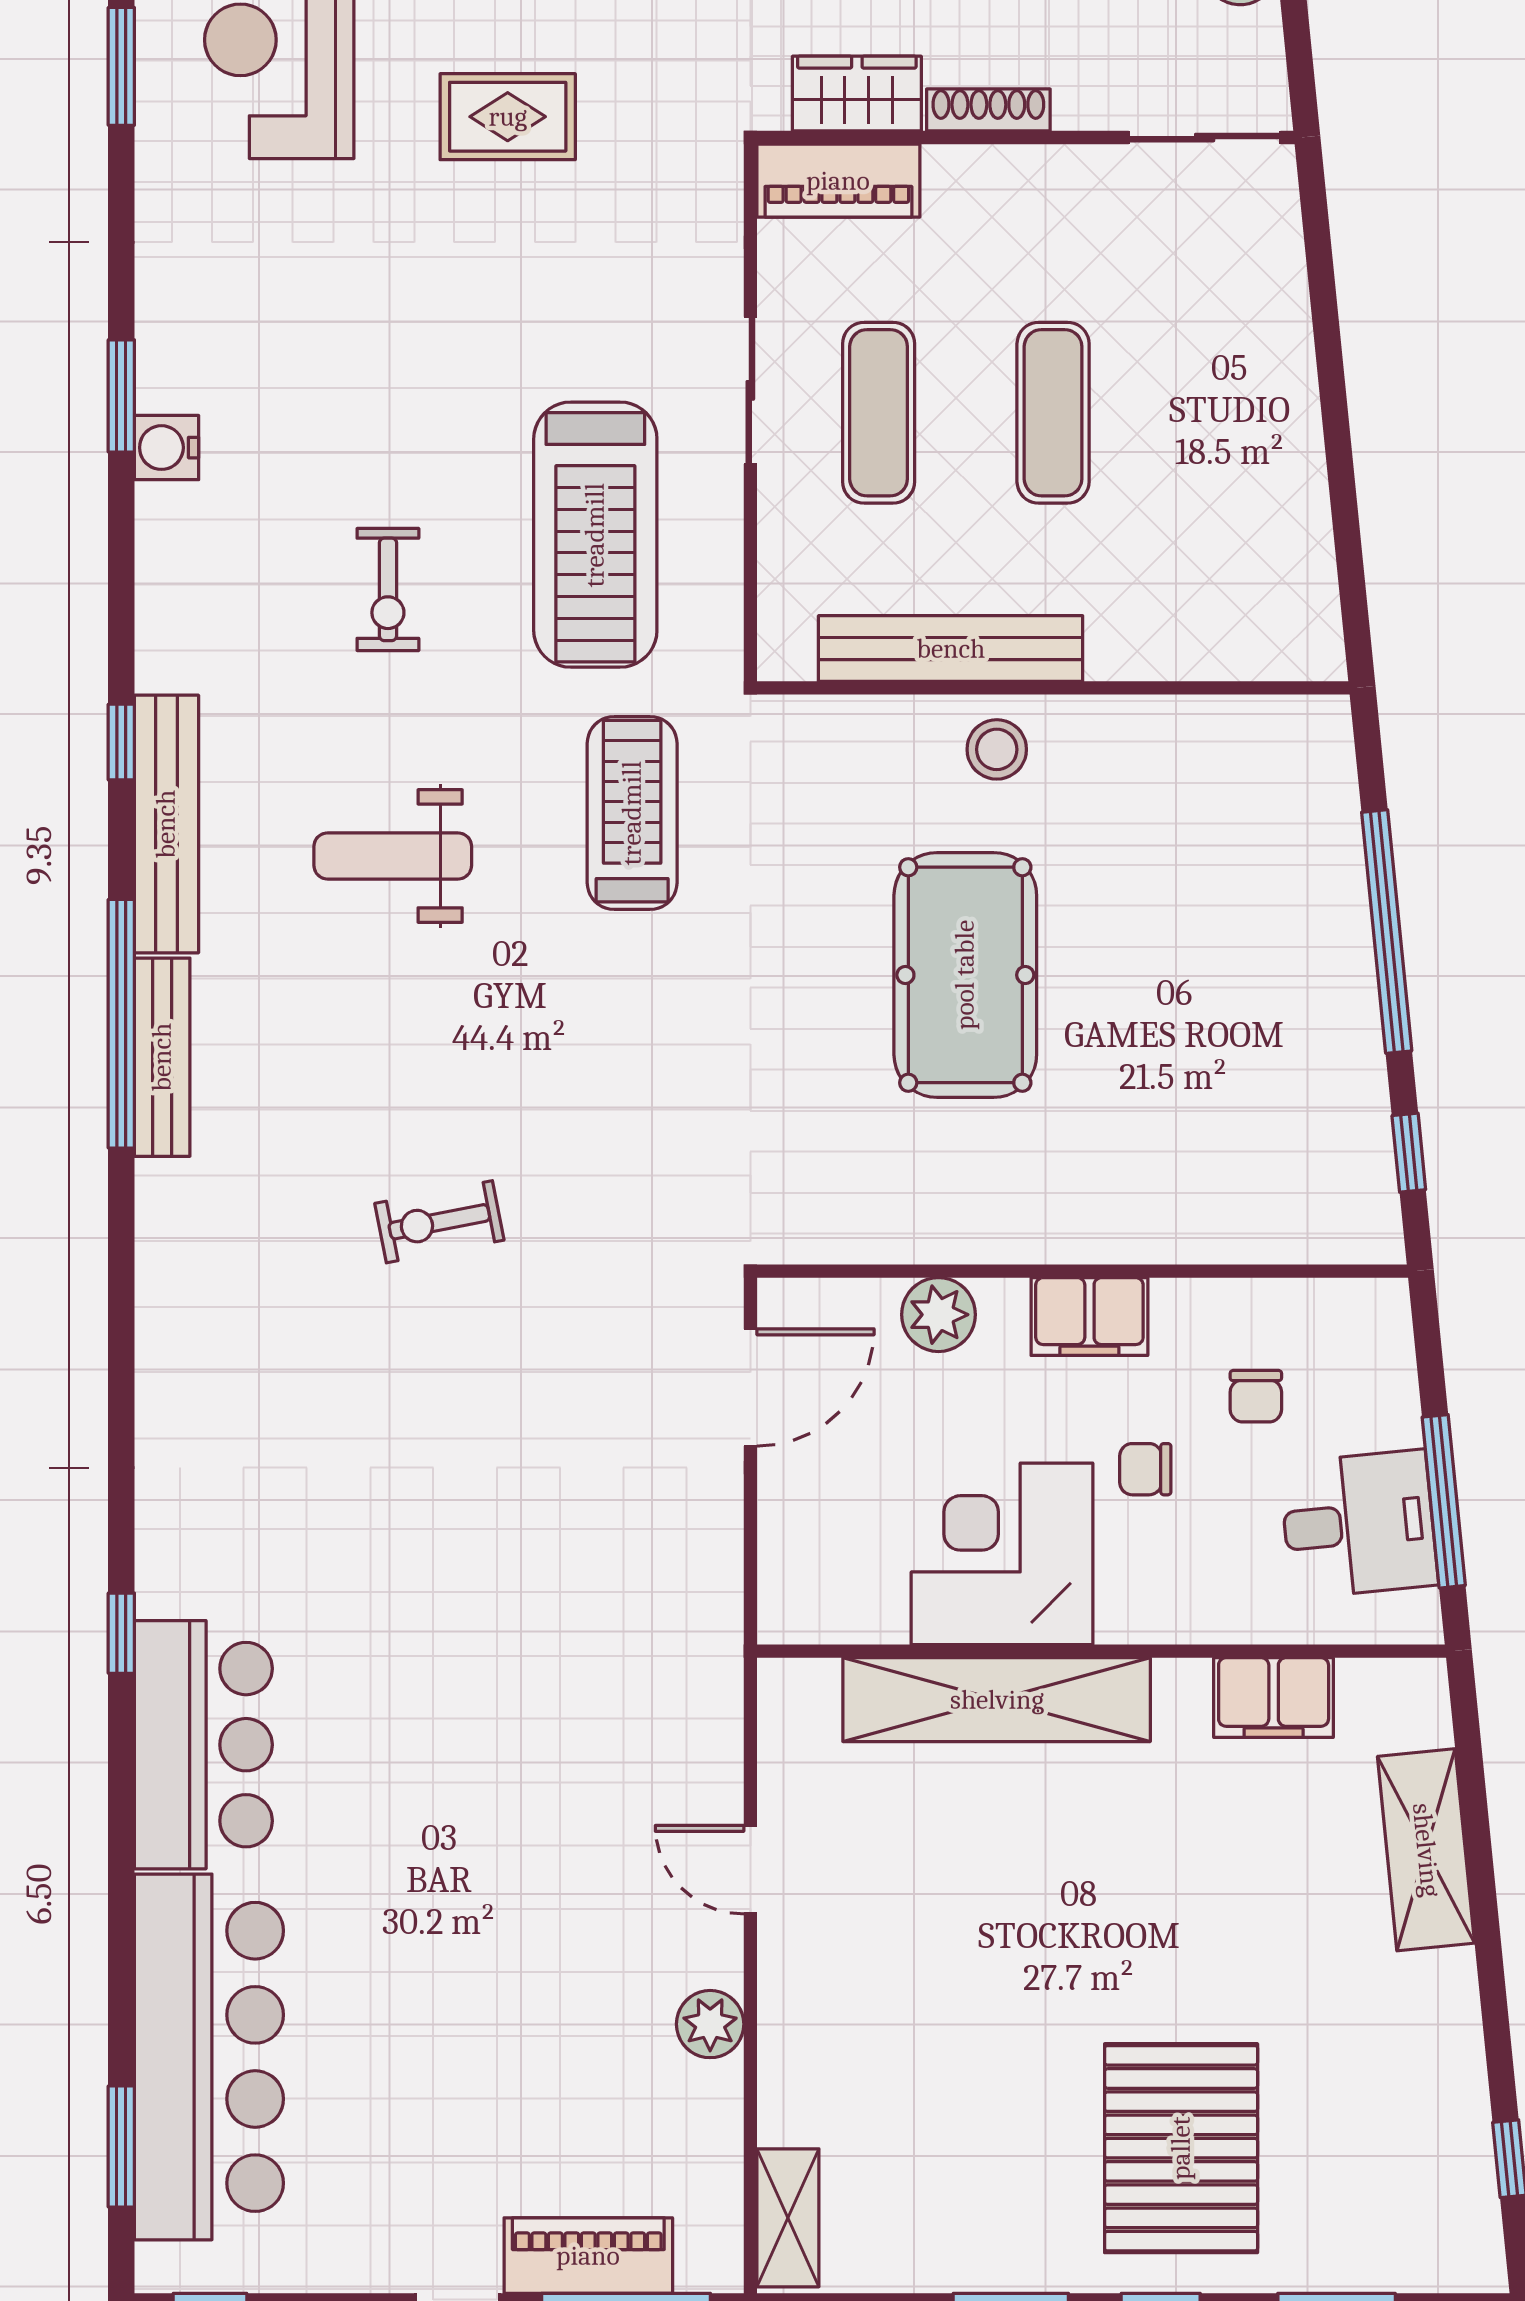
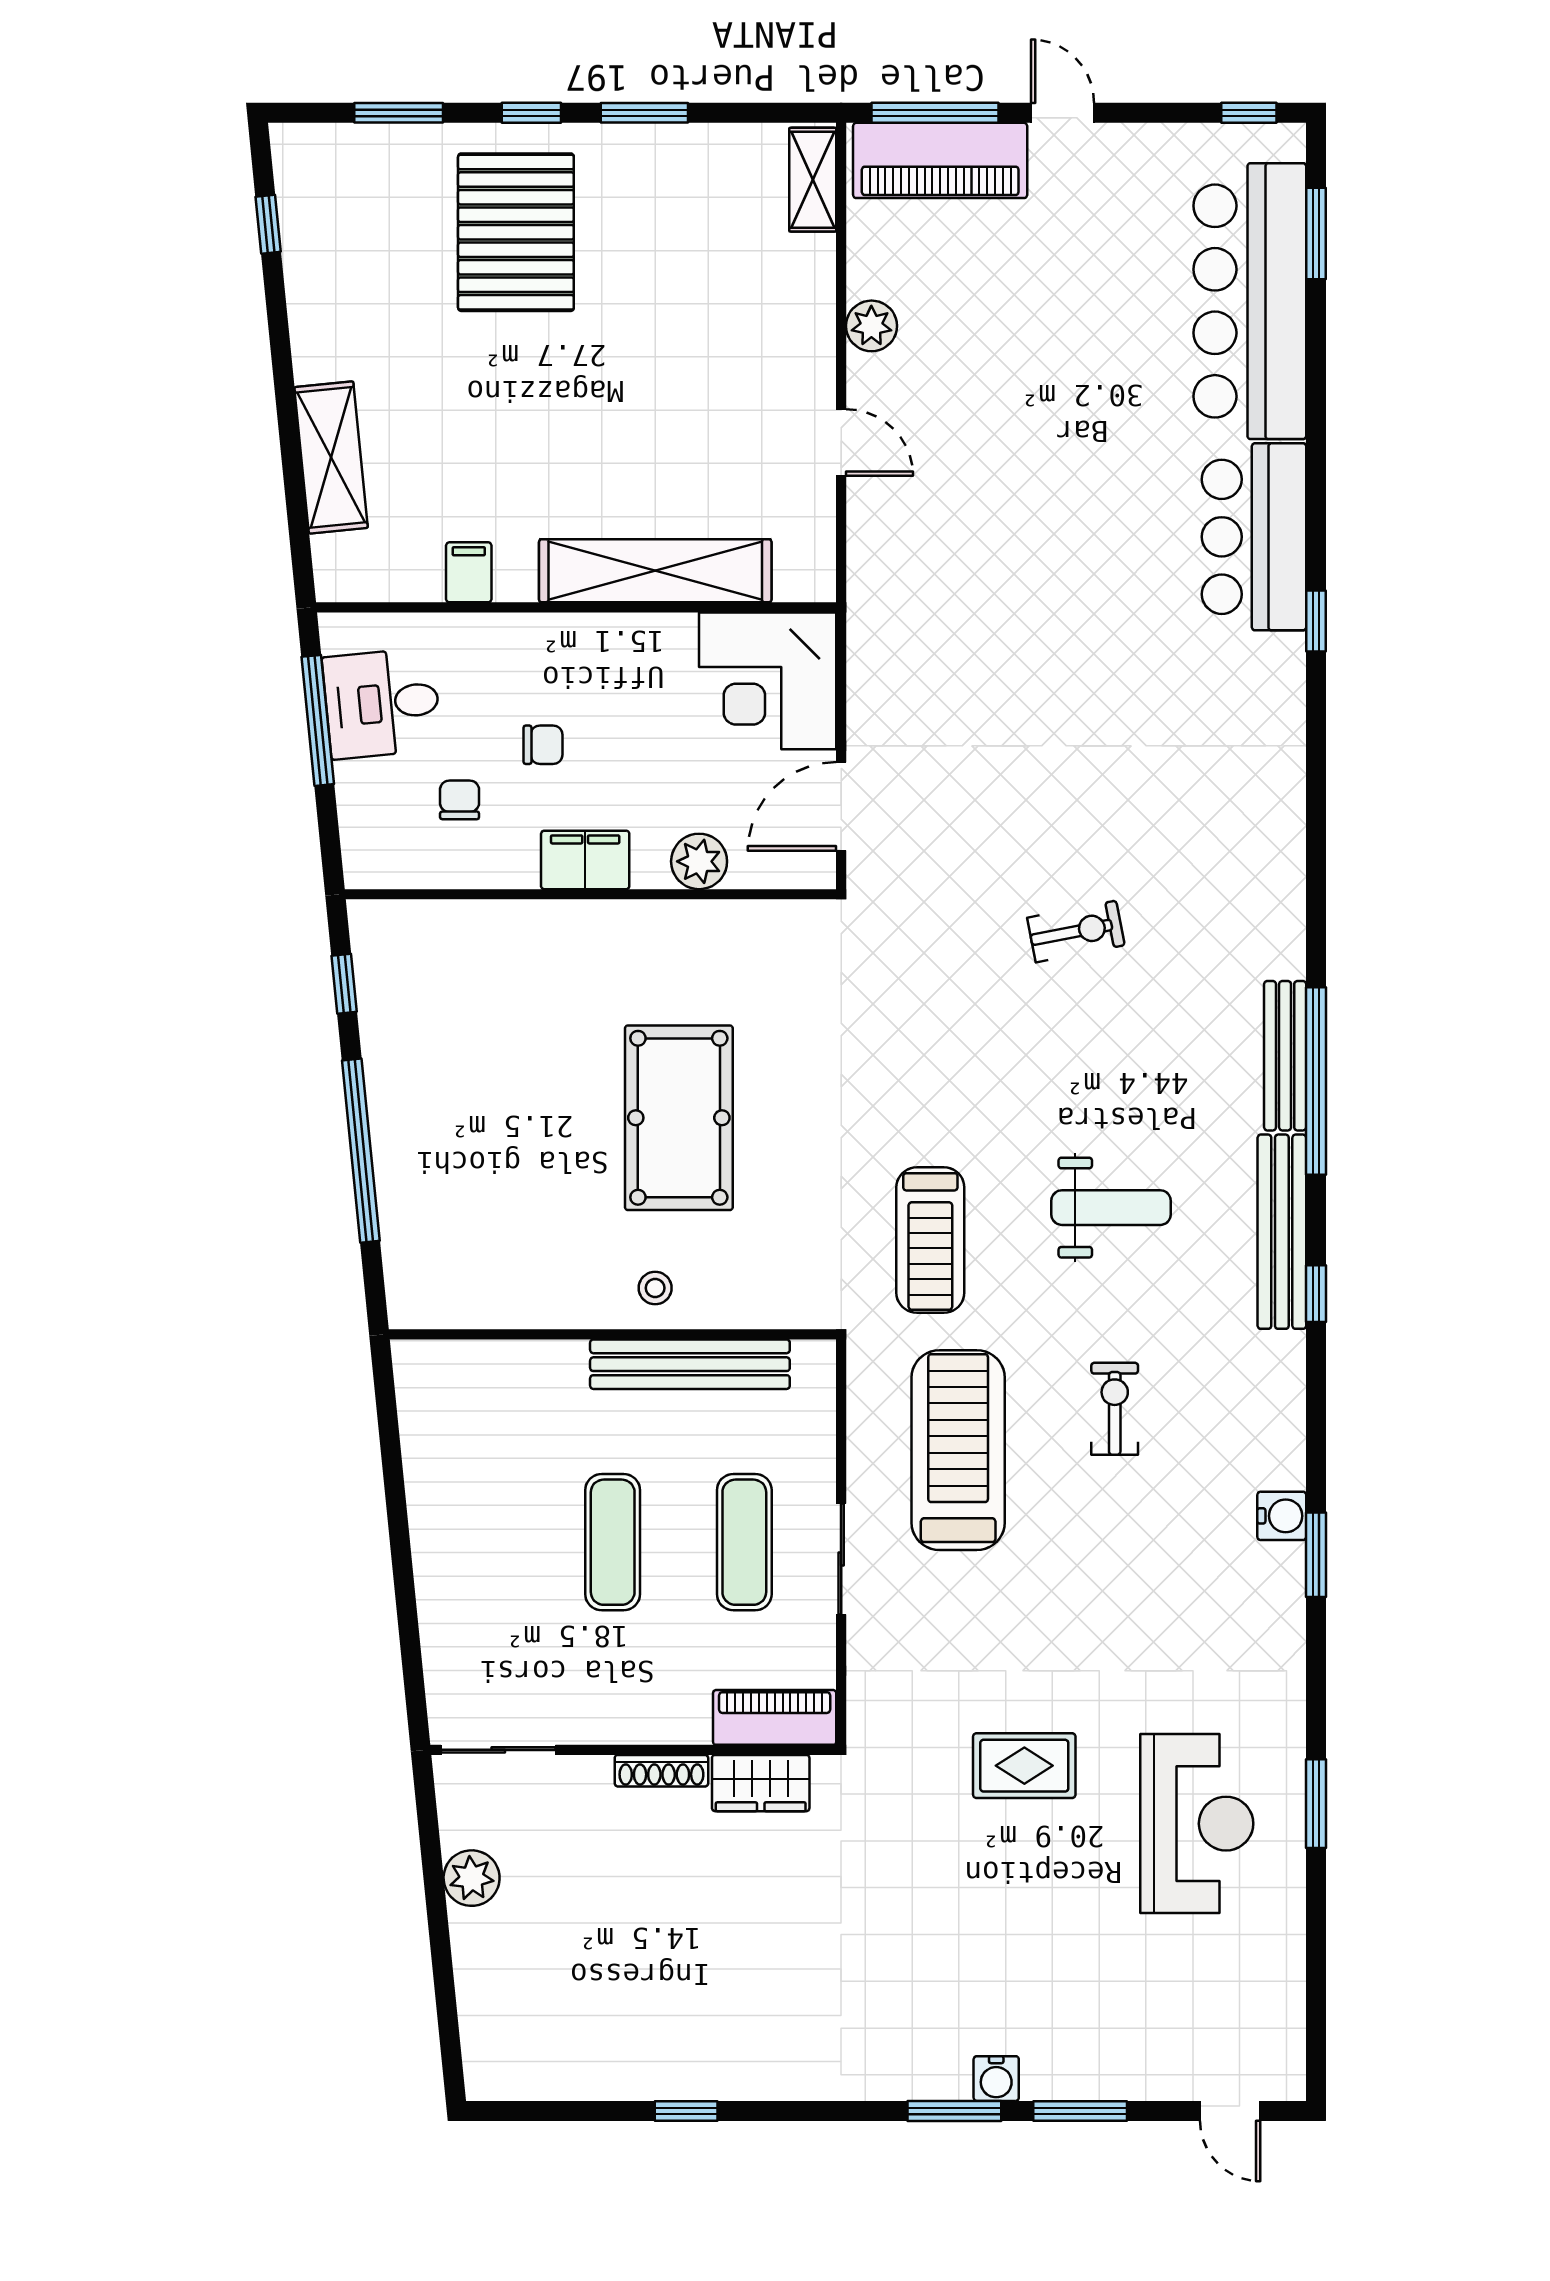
stool: (997, 749) -> (655, 1288), width x0.73, depth x0.73
corner desk: (1002, 1554) -> (768, 681), moved, turned 90
filing cabinet: (1274, 1698) -> (469, 572), width x0.50
piano: (588, 2256) -> (940, 160), width x1.37, depth x1.33

